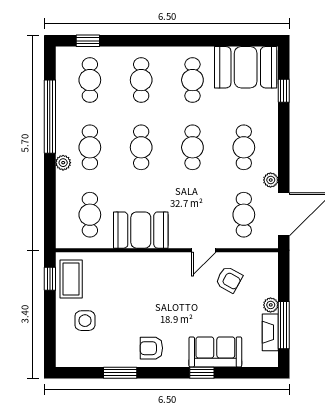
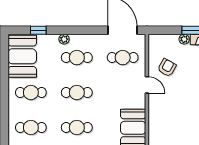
plant: (271, 180) -> (64, 39), moved

